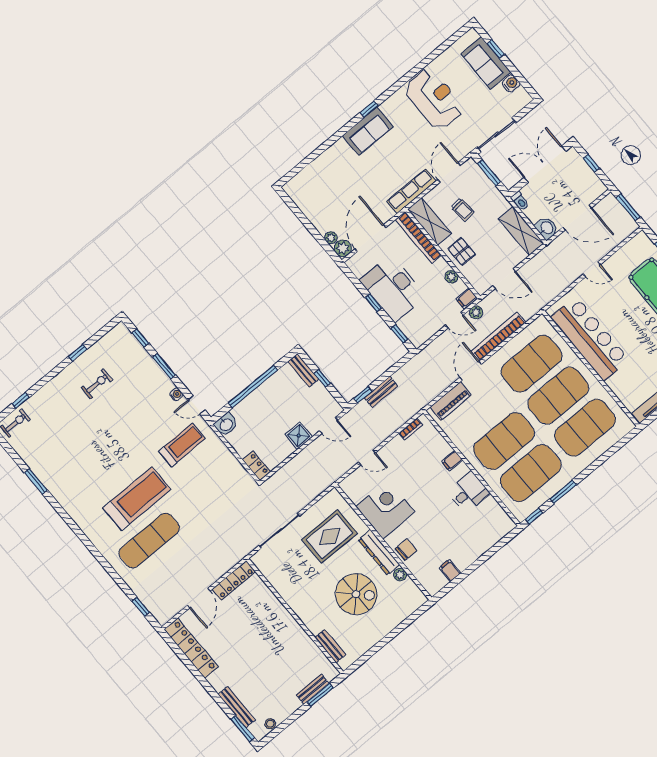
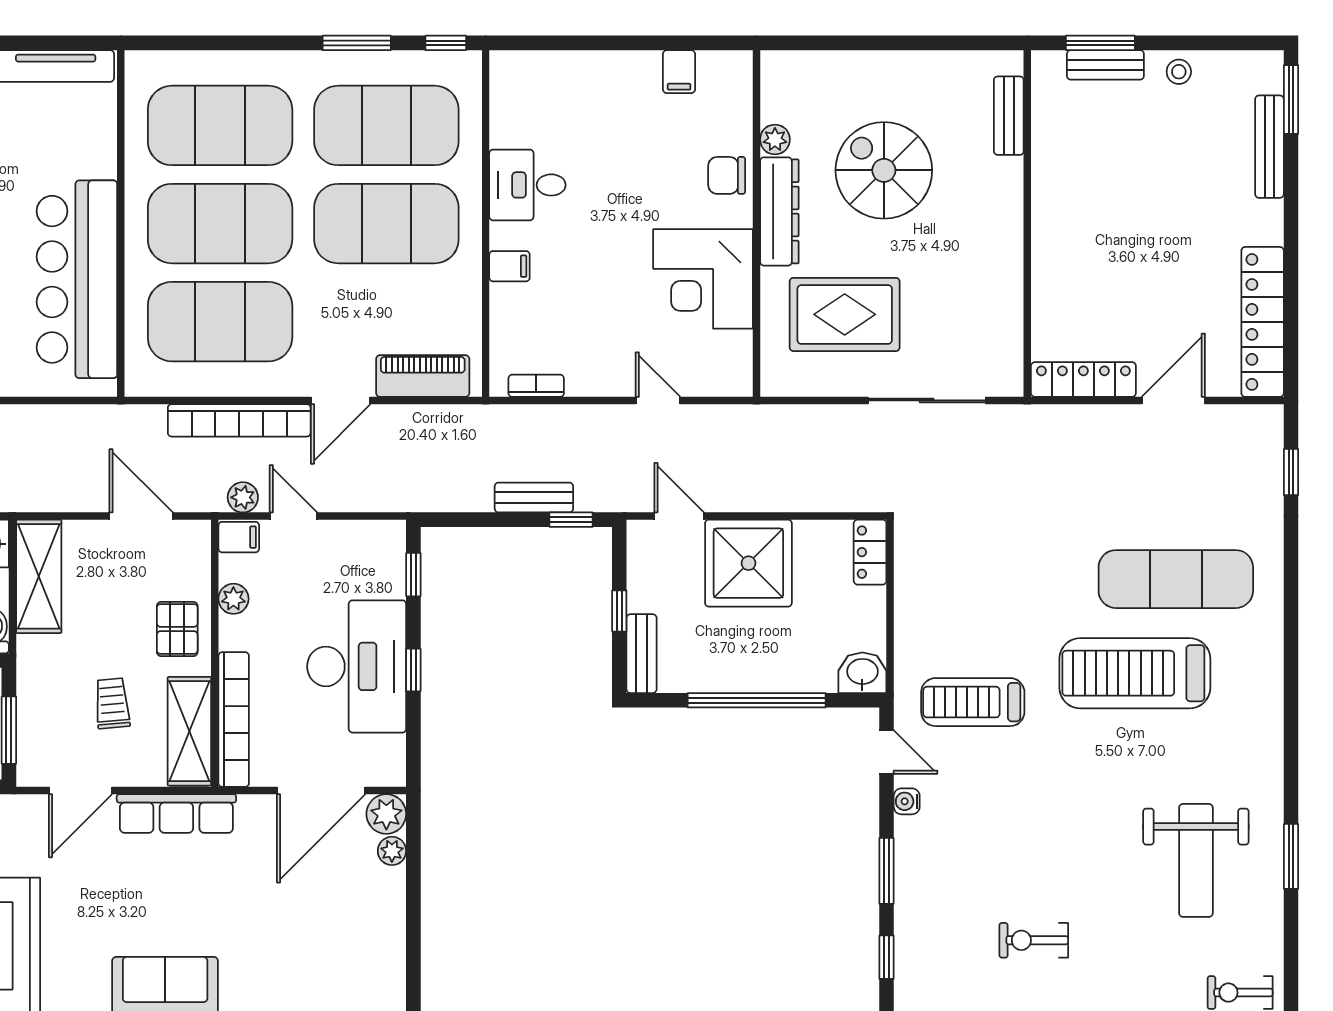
shower: (299, 436) -> (748, 563), width x1.86, depth x1.86
weight bench: (66, 454) -> (1196, 860), added
stool: (270, 724) -> (1179, 72), moved

